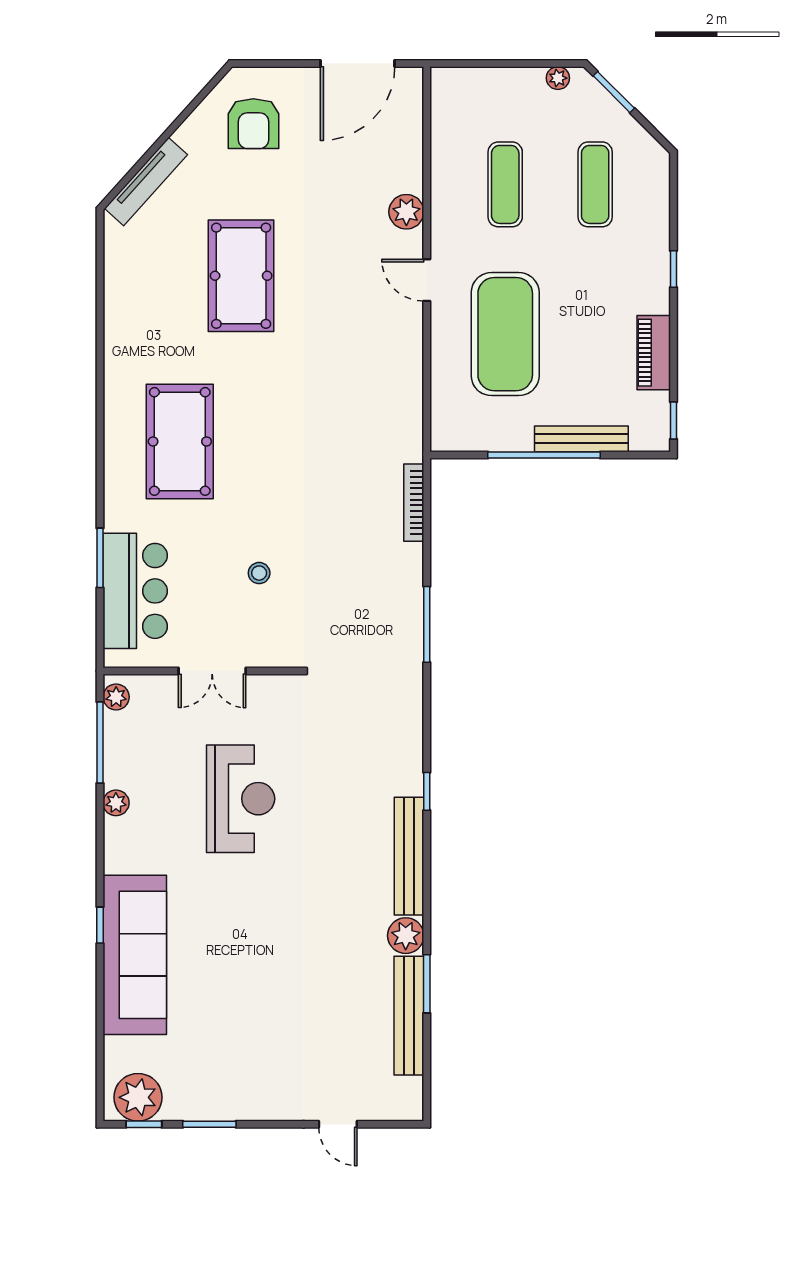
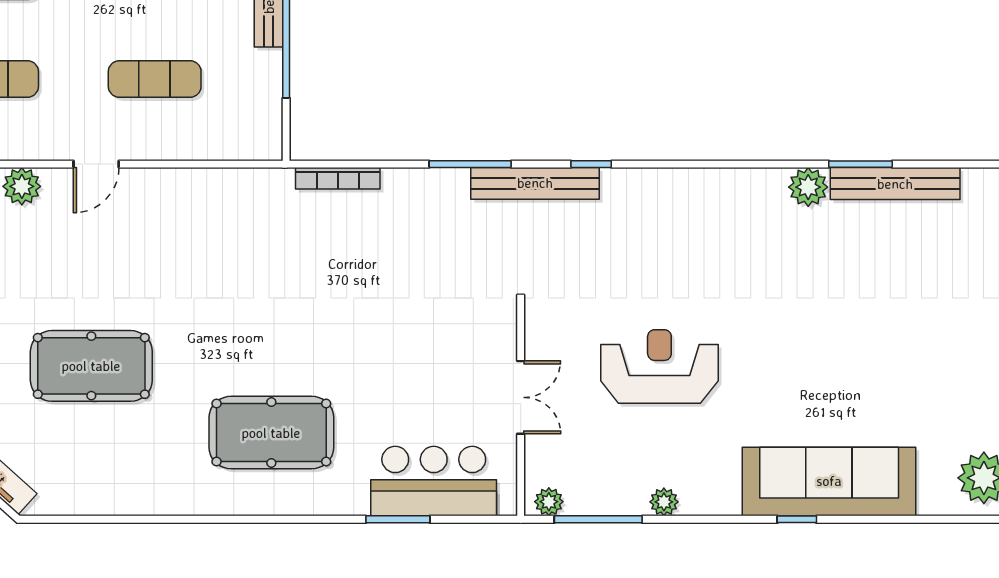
exercise mat: (505, 334) -> (155, 79), width x0.50, depth x0.69
stool: (259, 573) -> (414, 346), removed
window: (427, 791) -> (591, 164), moved
bench: (409, 856) -> (535, 183), moved

